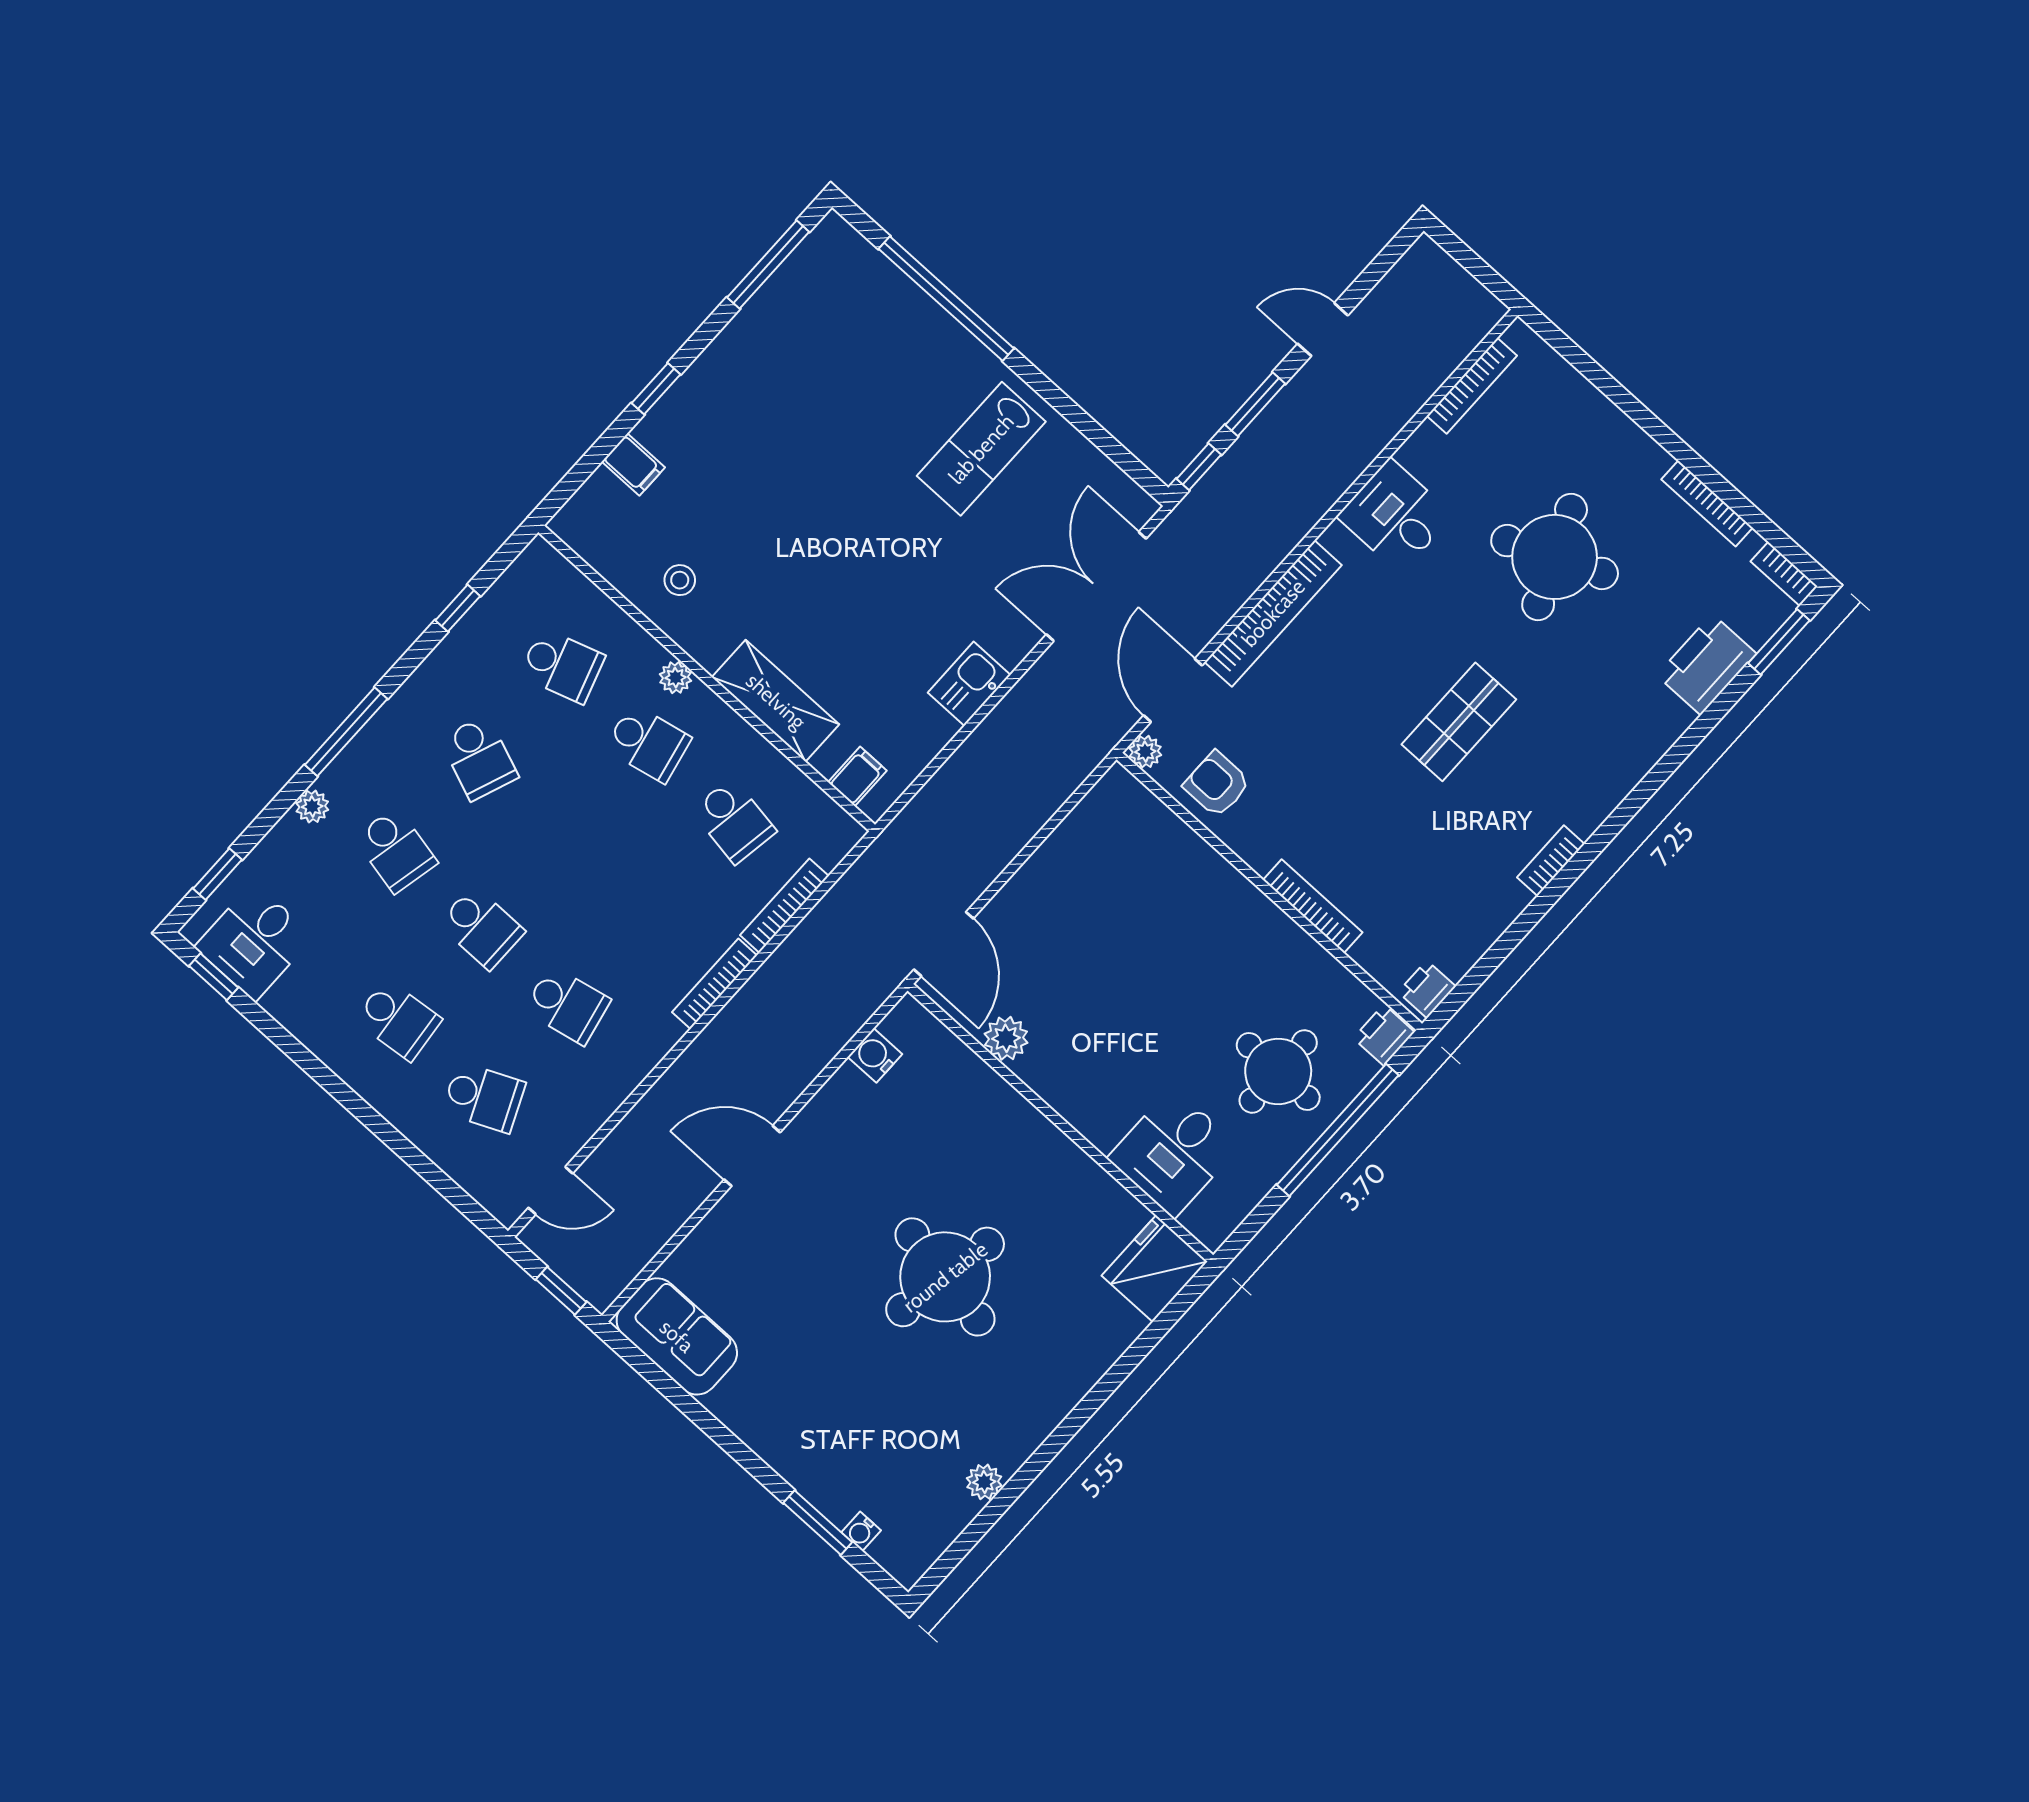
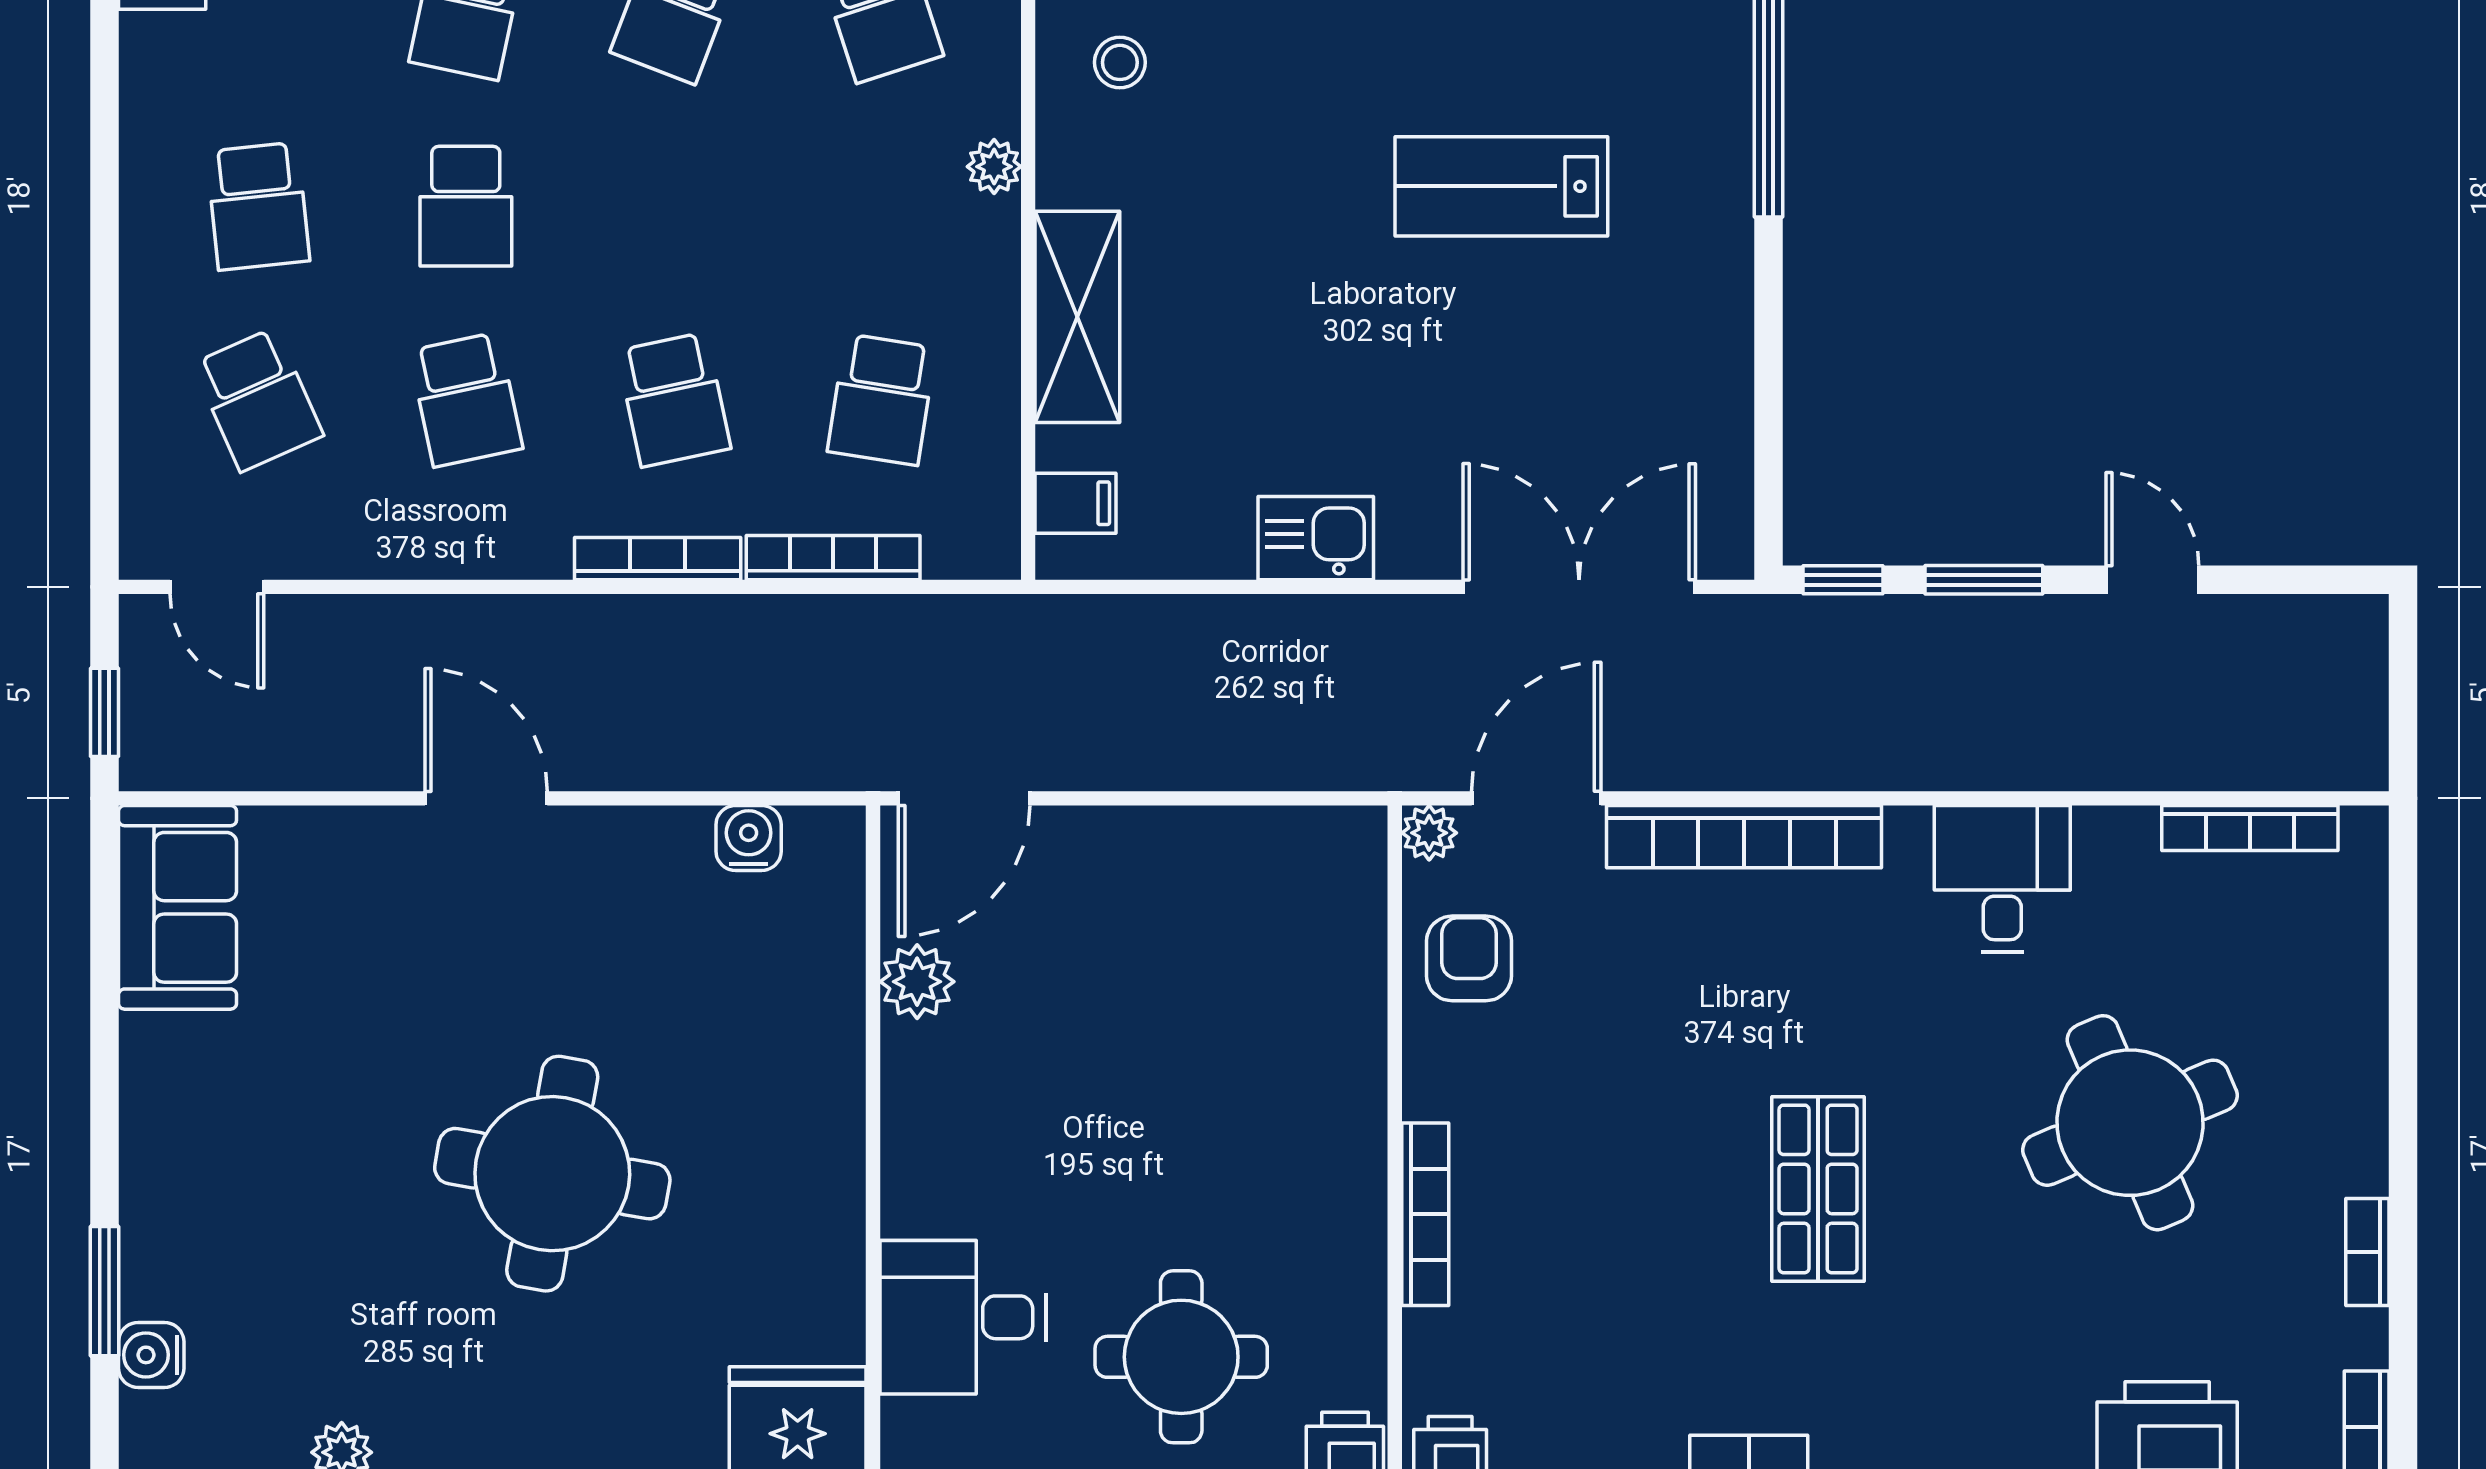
lab bench: (981, 449) -> (1501, 186), moved
bookcase: (1707, 504) -> (2367, 1252), width x0.64
shop shelf: (1459, 722) -> (1818, 1189), turned 90
school desk: (648, 743) -> (674, 400), moved
water cooler: (861, 1531) -> (151, 1355), width x1.38, depth x1.38

